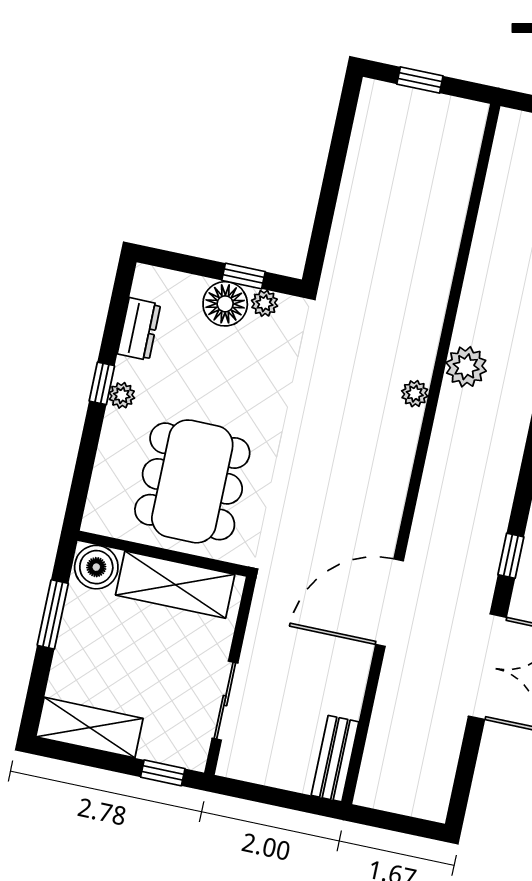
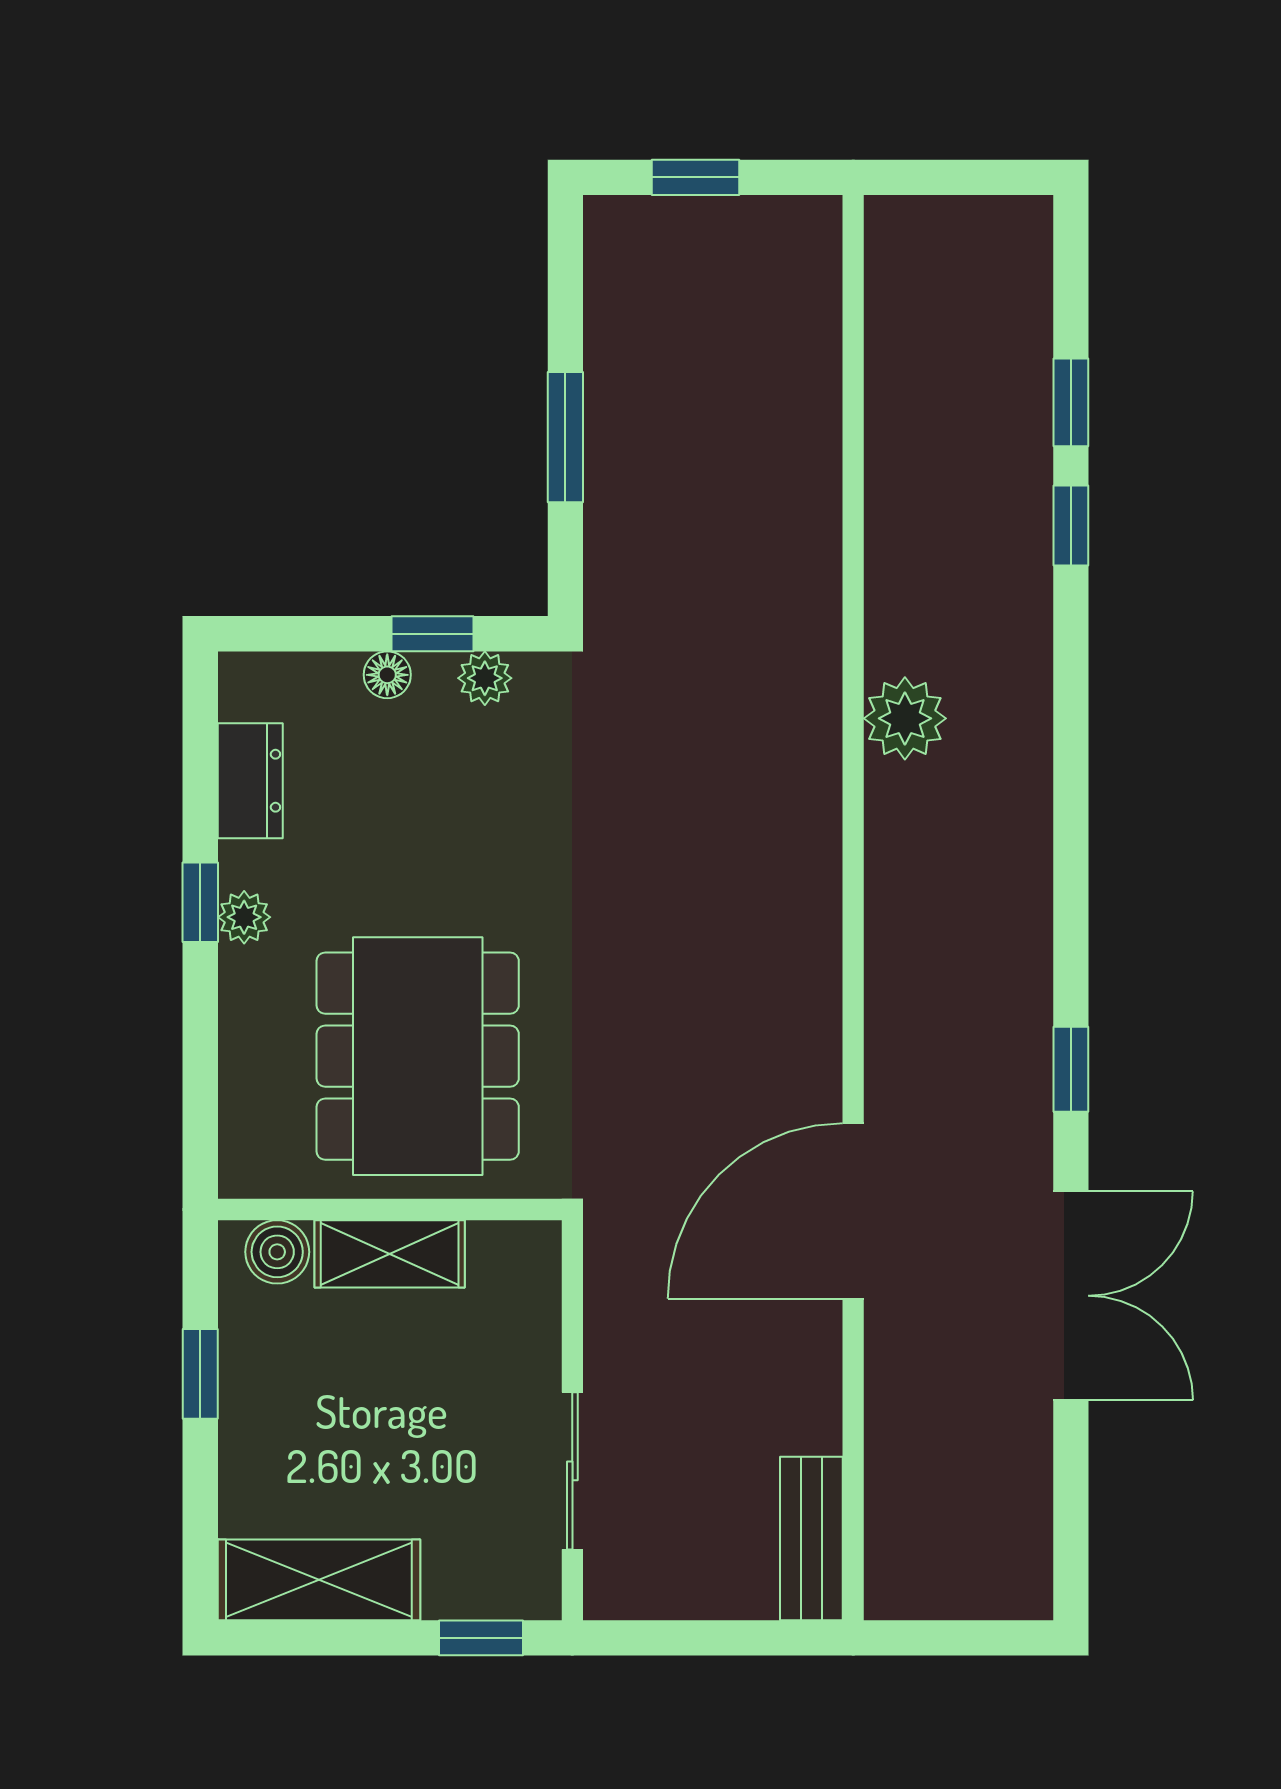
window: (329, 194) -> (565, 437), added
floor lamp: (225, 304) -> (387, 675), width x0.53, depth x0.53
plant: (415, 394) -> (816, 792), removed
boiler: (96, 567) -> (277, 1252), width x0.73, depth x0.73
shelving: (175, 585) -> (390, 1254), width x0.67, depth x0.75
window: (53, 614) -> (200, 1374), width x0.67

